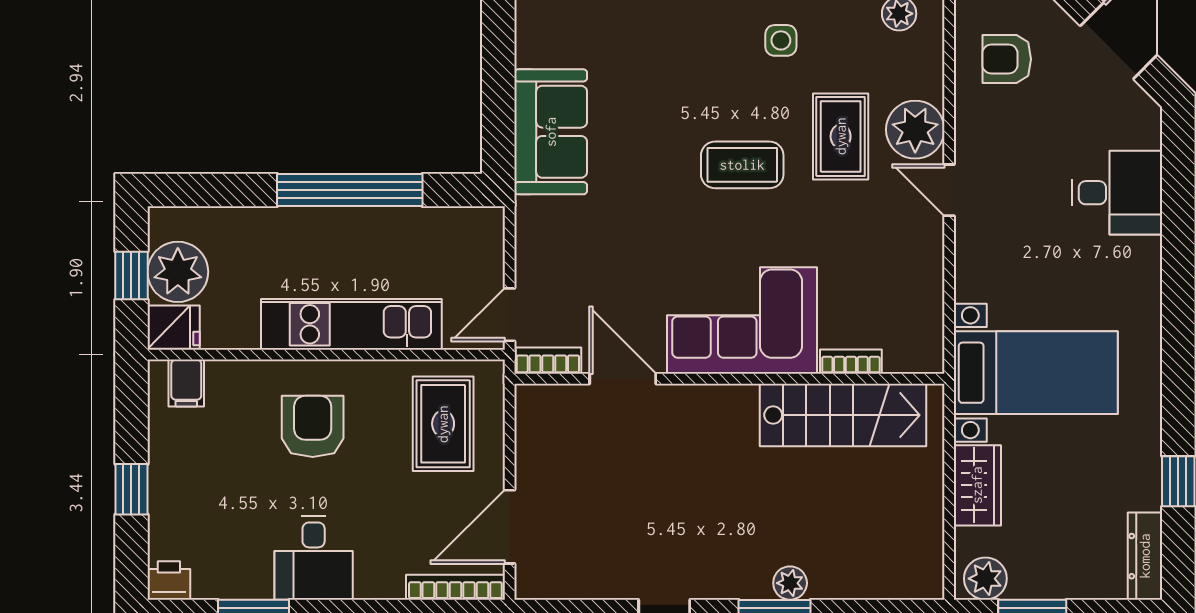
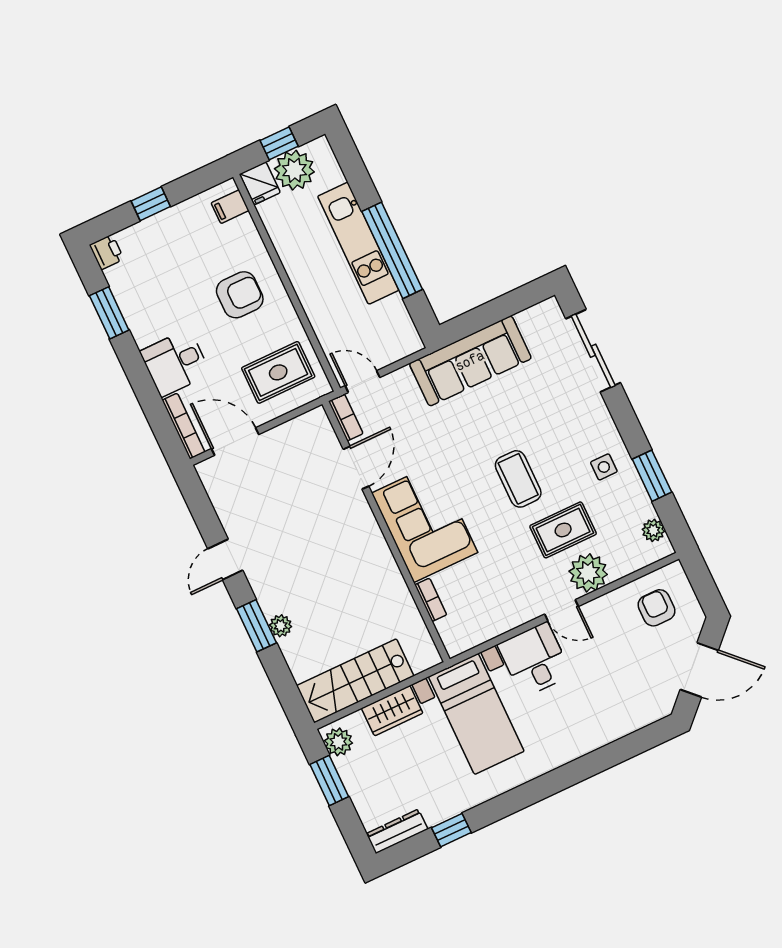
sofa: (551, 132) -> (470, 361), width x1.36
door: (949, 190) -> (562, 610), swing flipped
desk: (1117, 193) -> (535, 660), moved, turned 180
kitchen unit: (351, 324) -> (358, 243), moved, turned 180
stairs: (843, 415) -> (355, 681), moved, turned 90
desk: (314, 558) -> (175, 363), moved

